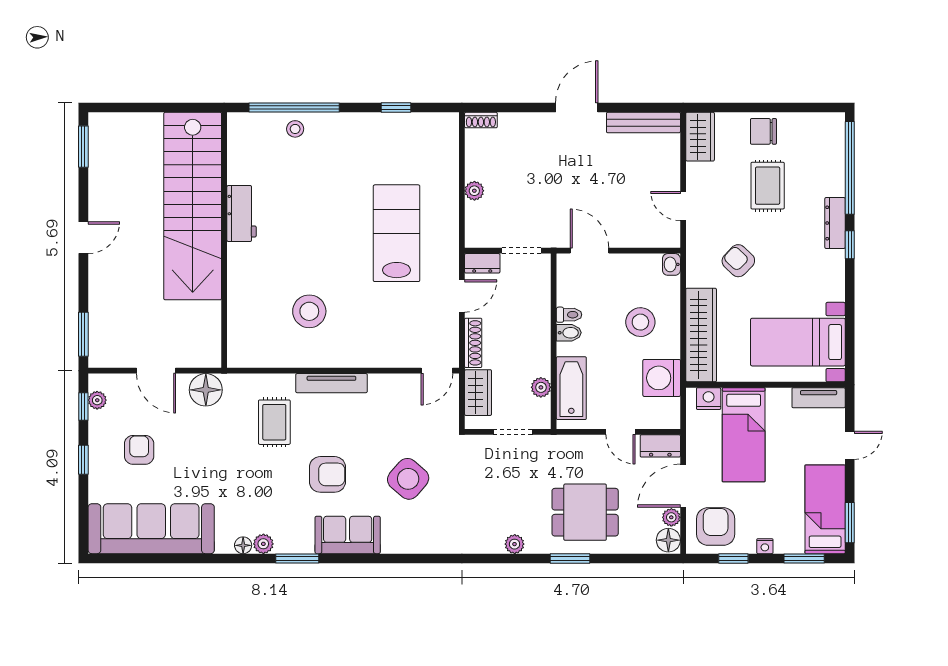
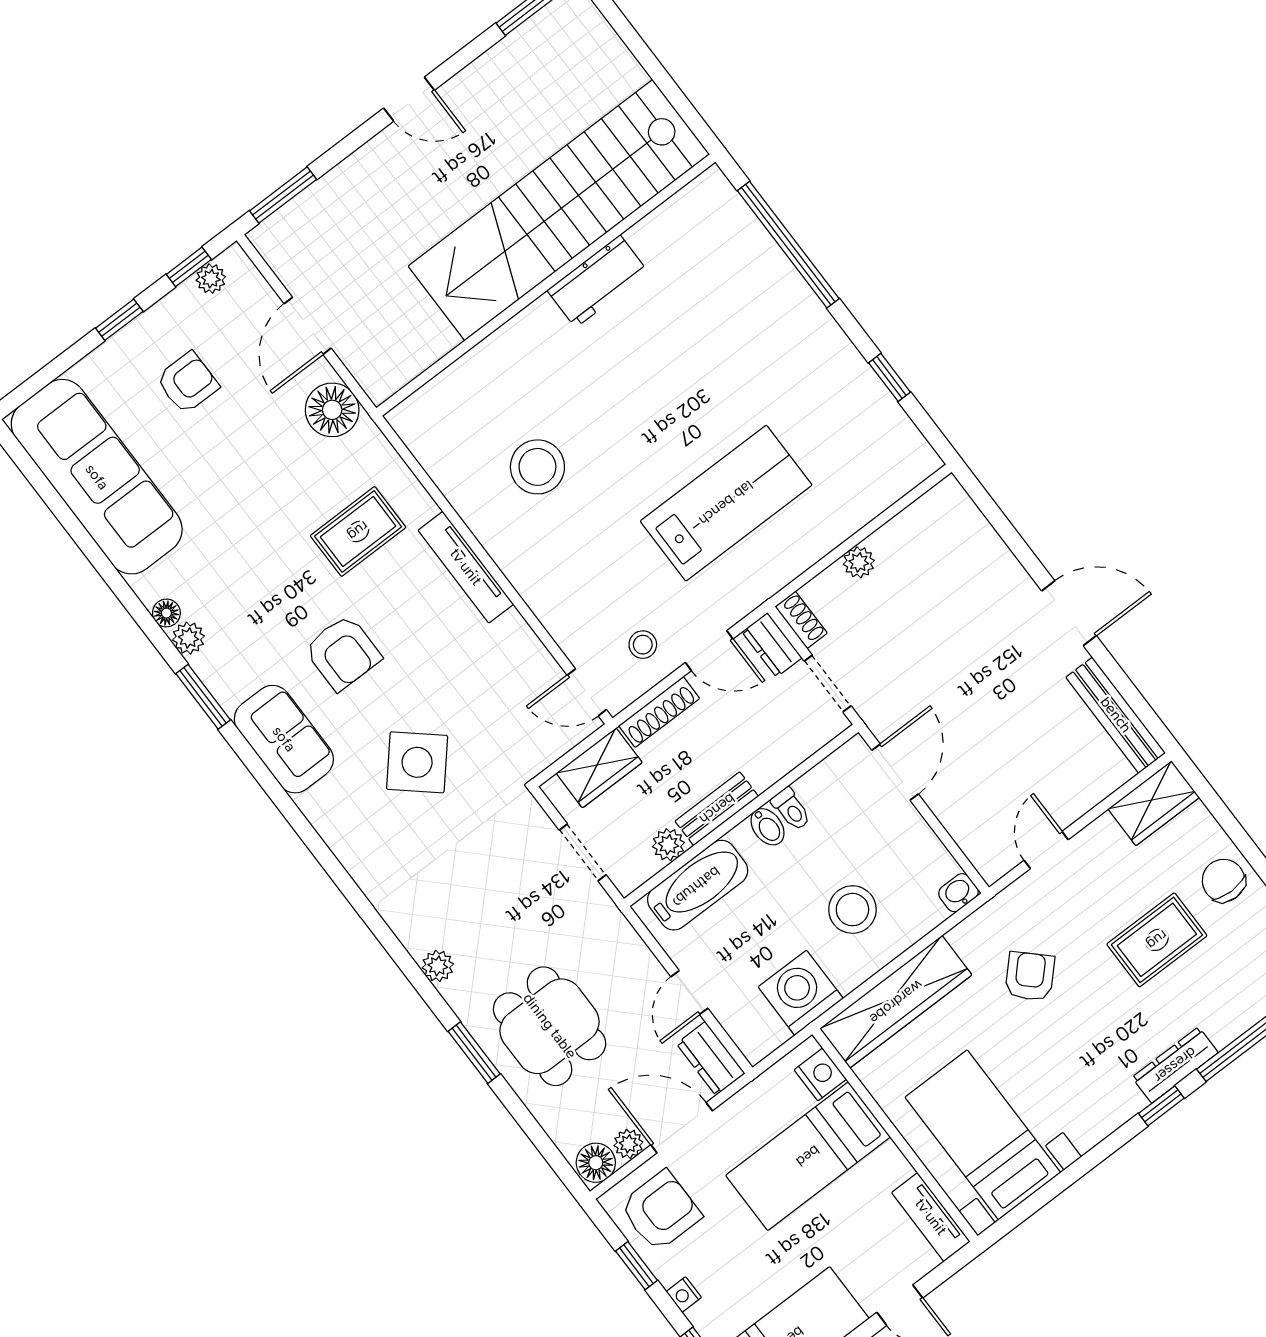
shoe rack: (481, 120) -> (801, 620), moved, turned 180
stool: (295, 129) -> (643, 645), moved
bench: (541, 351) -> (717, 809), added

